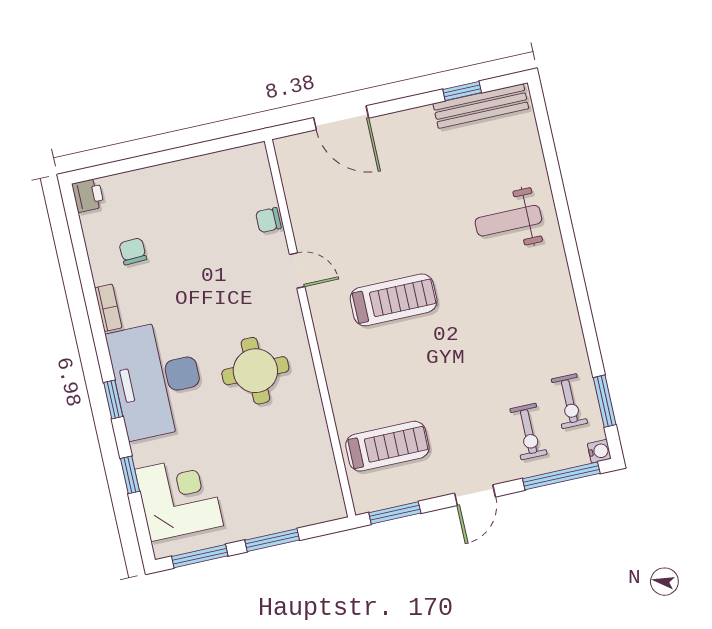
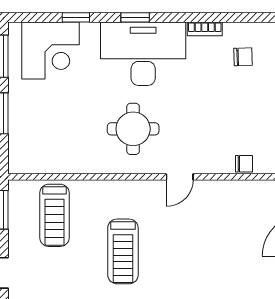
chair: (268, 220) -> (244, 164), turned 90
door: (297, 270) -> (180, 177), moved
treadmill: (394, 300) -> (123, 251), moved

